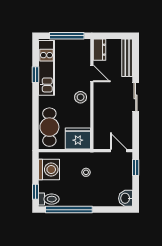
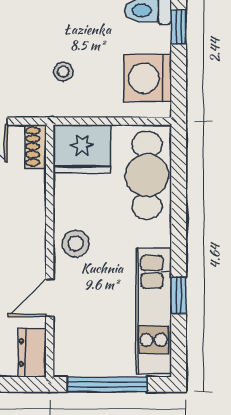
door: (92, 73) -> (50, 298), hinge flipped
shoe rack: (98, 140) -> (36, 147), added

